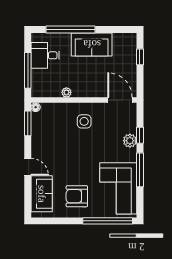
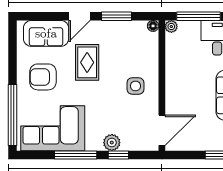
plant: (66, 92) -> (171, 27), moved
window: (28, 123) -> (117, 16), moved
rug: (65, 160) -> (87, 62), added
armchair: (77, 196) -> (43, 77), turned -90

